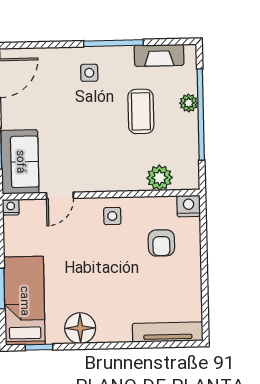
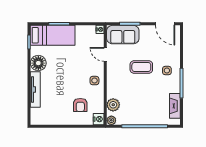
plant: (189, 103) -> (111, 120), moved
coffee table: (141, 111) -> (141, 67), moved
armchair: (161, 243) -> (80, 105), turned -90
tv unit: (168, 332) -> (35, 90), moved

